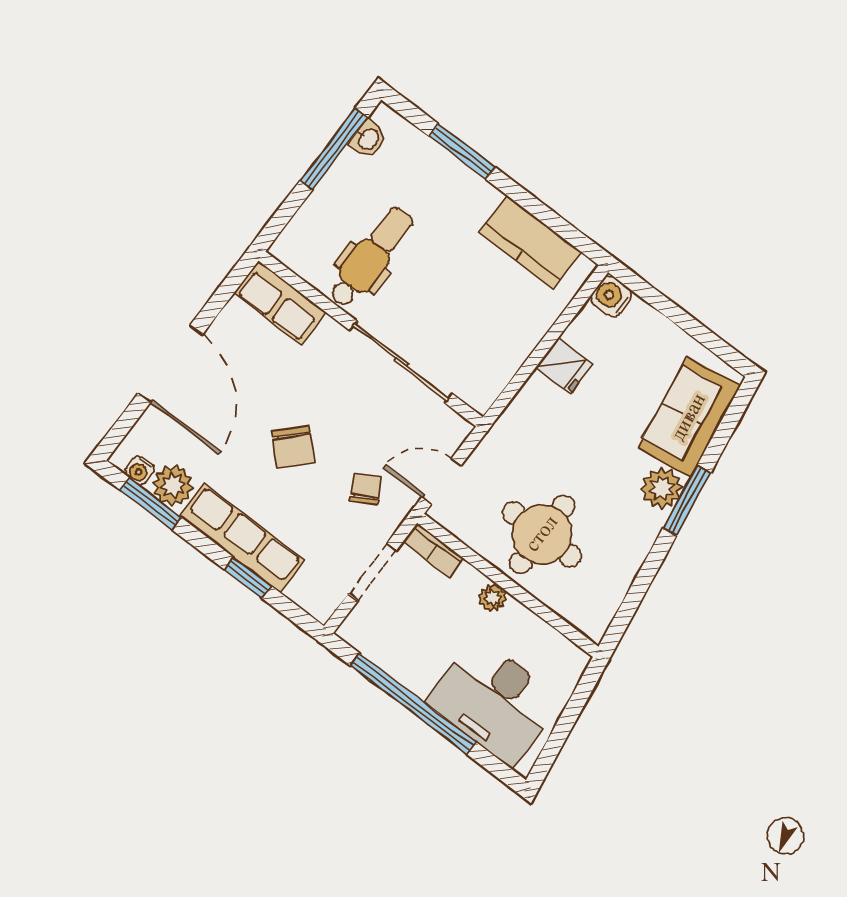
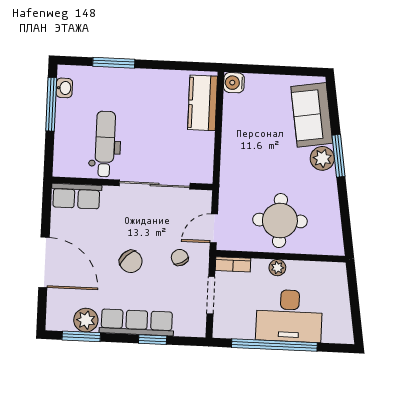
kitchen counter: (530, 242) -> (203, 103), moved, turned 90
fridge: (564, 366) -> (234, 132), removed
water cooler: (140, 470) -> (65, 324), removed
desk: (494, 701) -> (289, 316), moved

